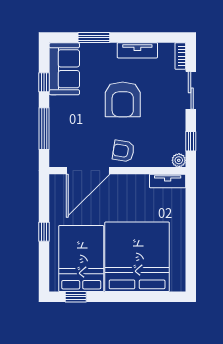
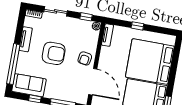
window: (94, 38) -> (13, 64), width x2.11
window: (191, 226) -> (137, 26), added

